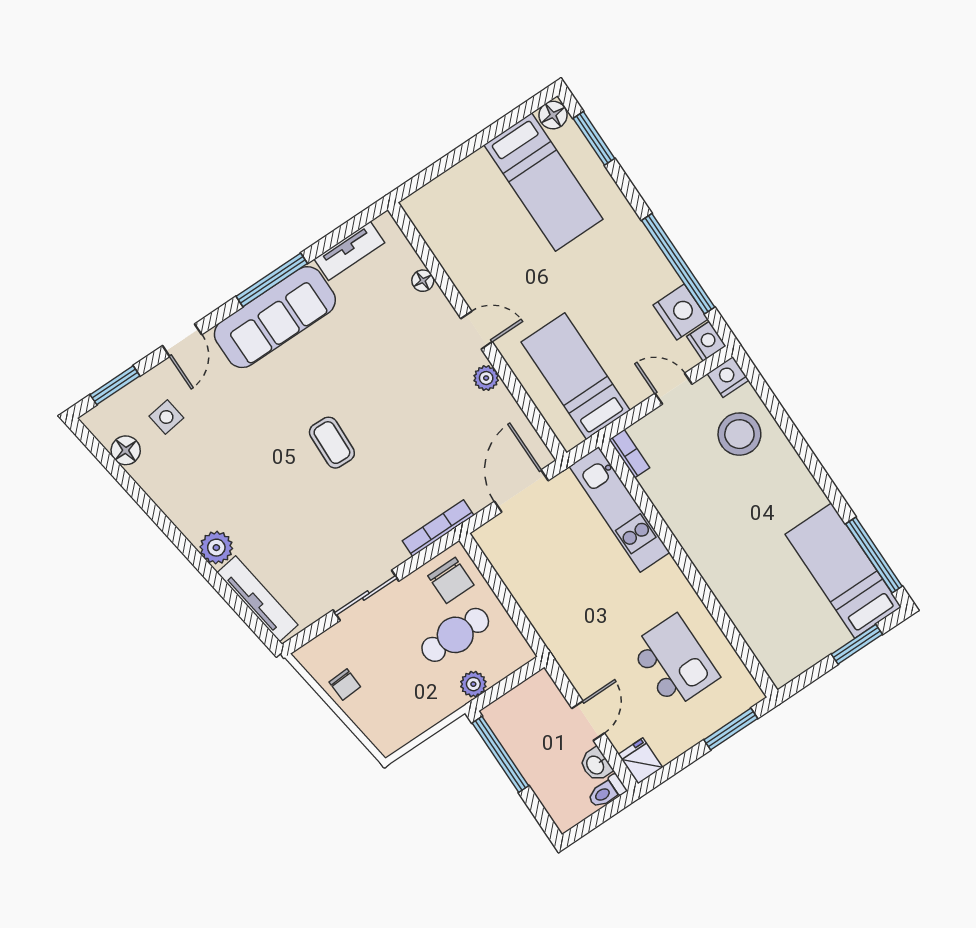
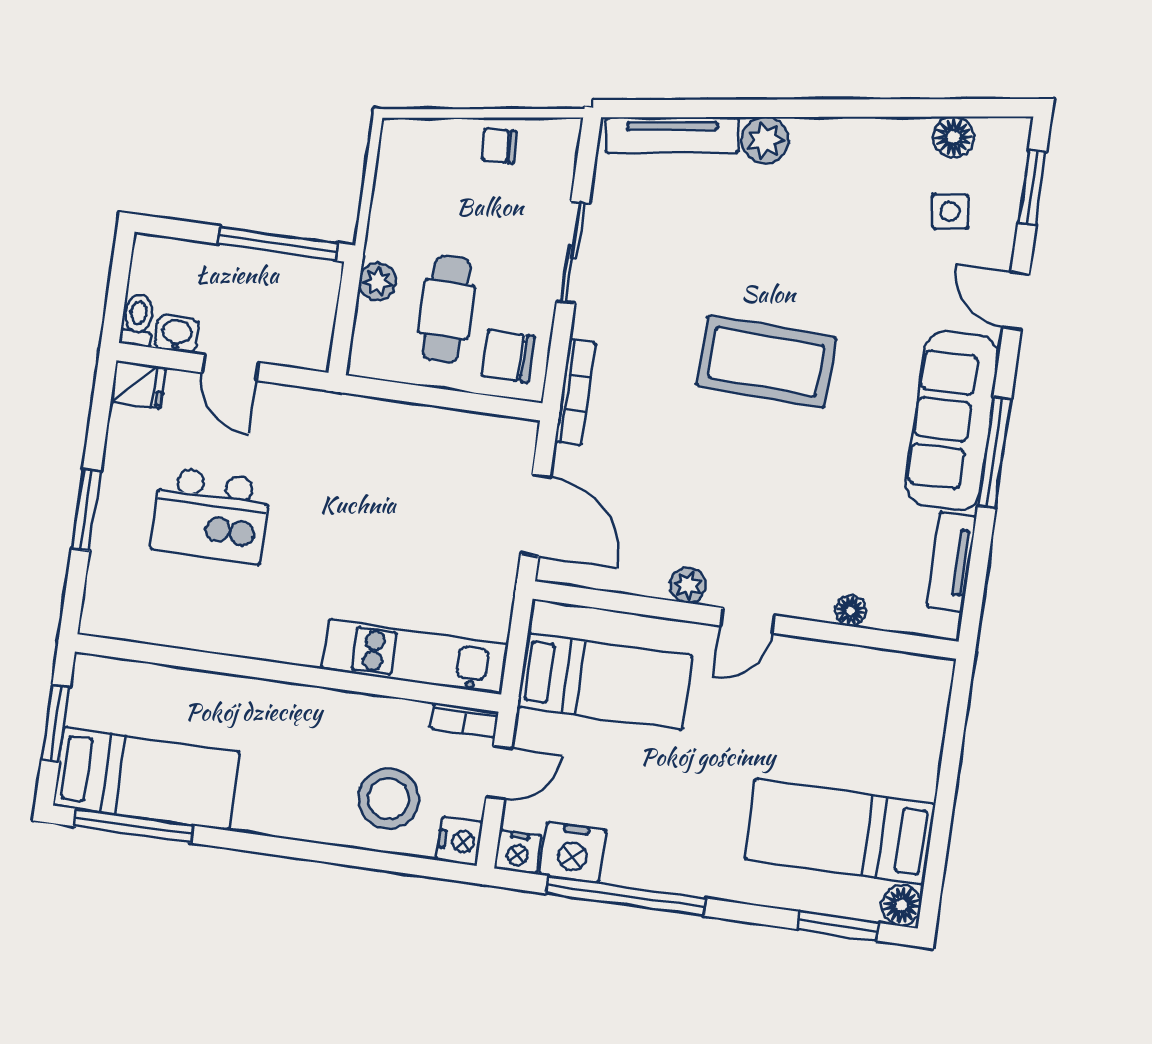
coffee table: (332, 443) -> (766, 362), width x1.86, depth x1.72
bookcase: (629, 454) -> (464, 720), moved
kitchen unit: (619, 509) -> (415, 657), moved
wall: (688, 568) -> (288, 673), moved

